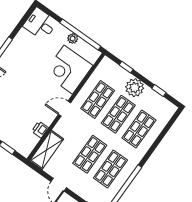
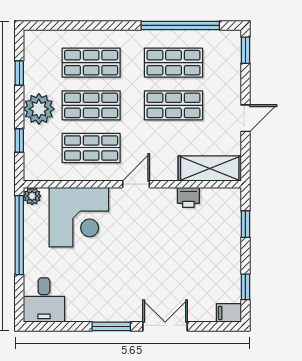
plant: (73, 39) -> (32, 196), moved
door: (65, 109) -> (136, 184), swing flipped

